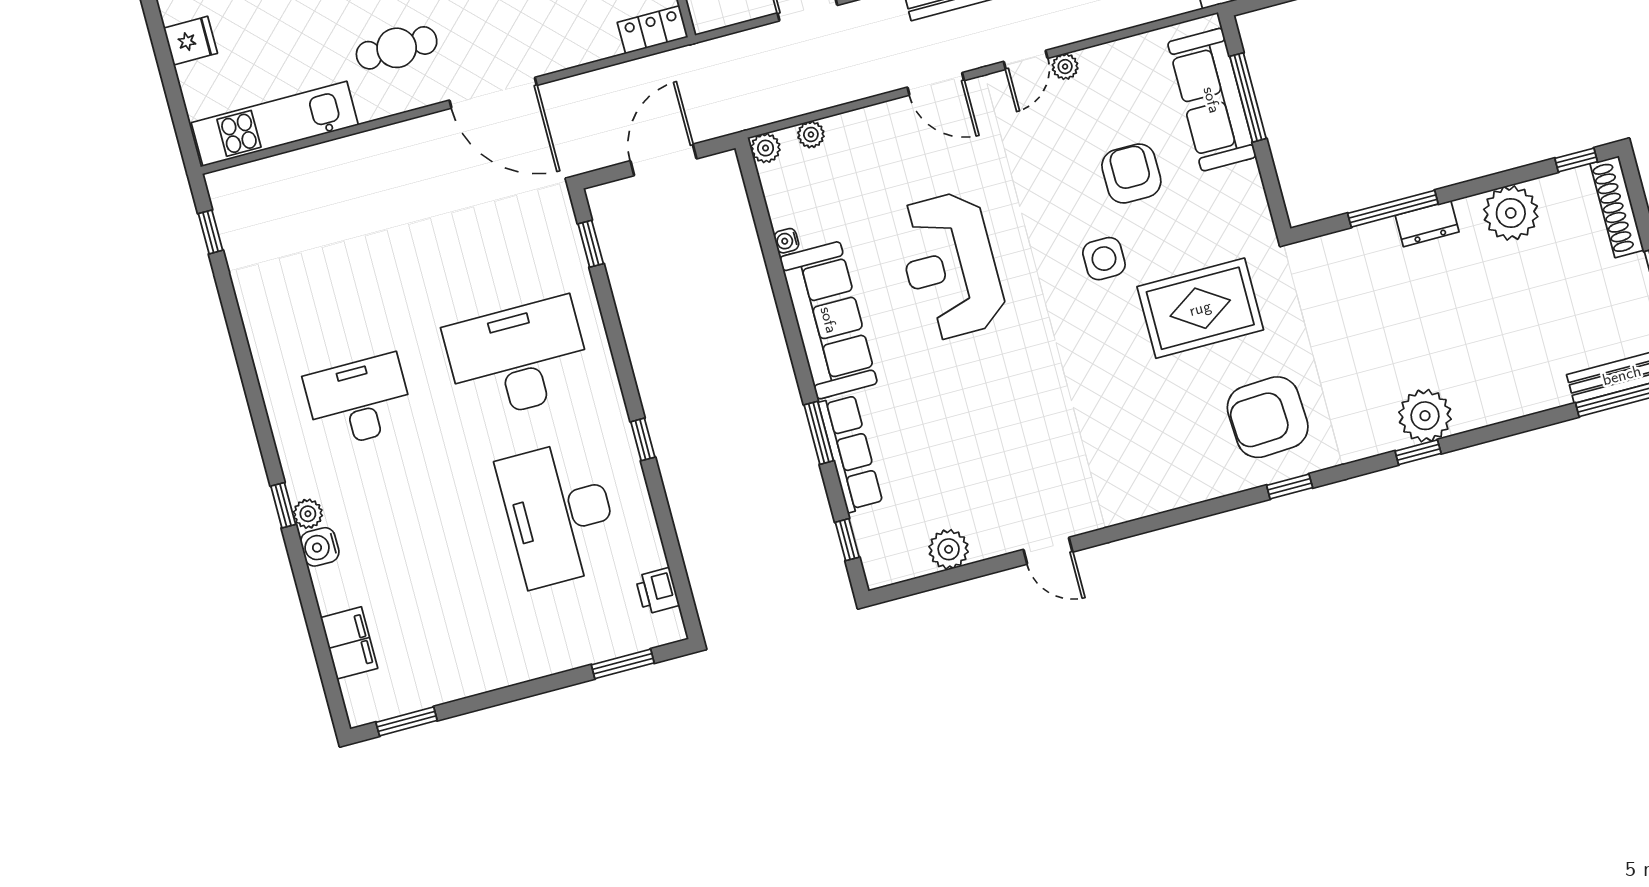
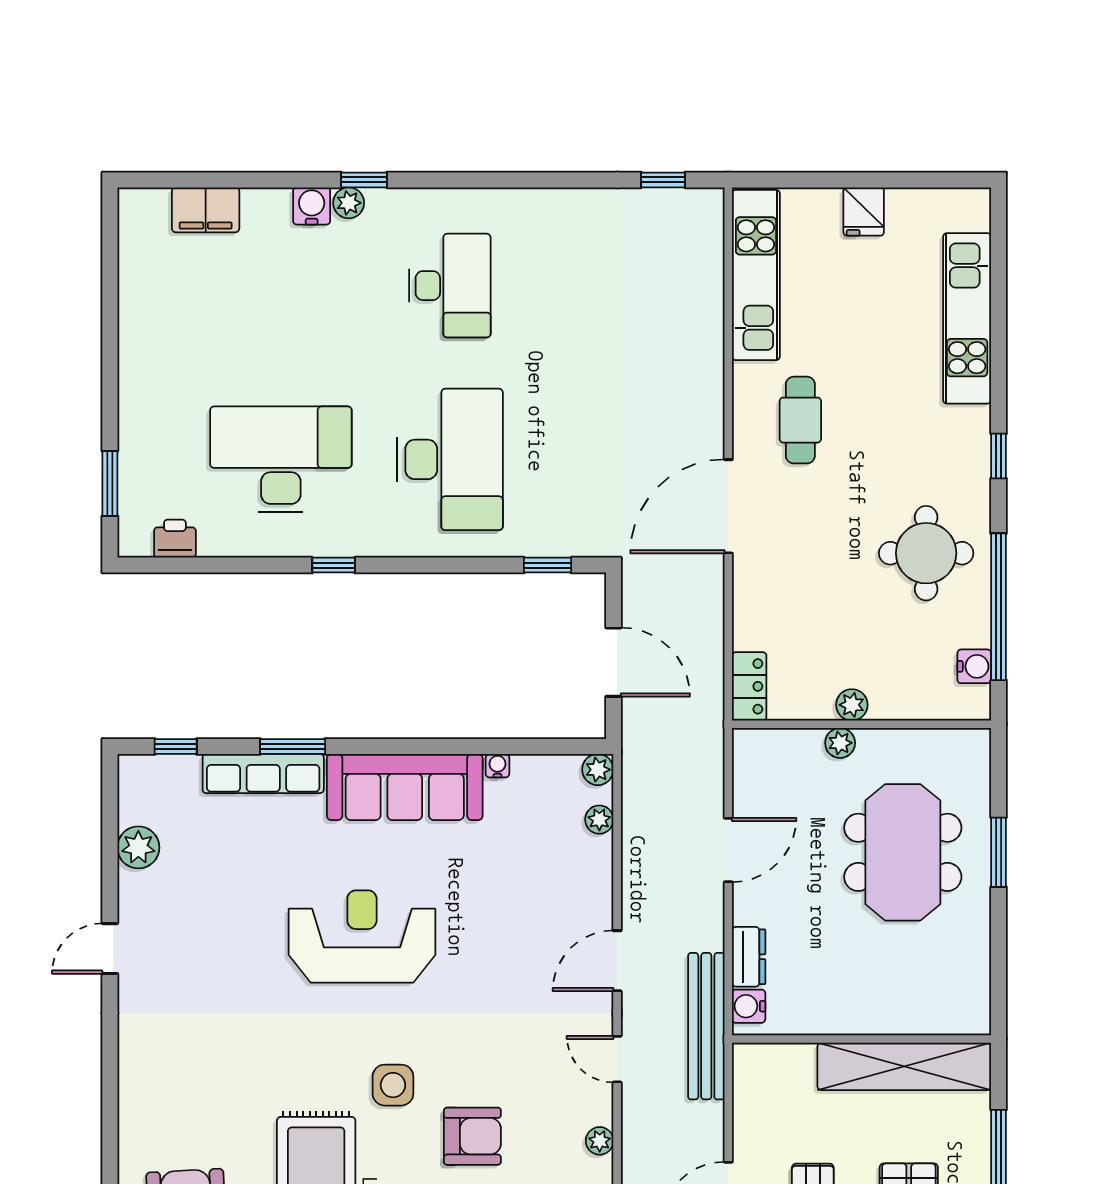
plant: (1065, 67) -> (600, 1141), moved
reception desk: (950, 266) -> (362, 936), moved
window: (407, 721) -> (110, 247), removed

